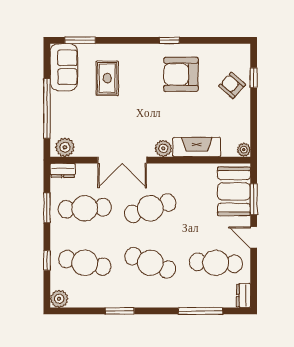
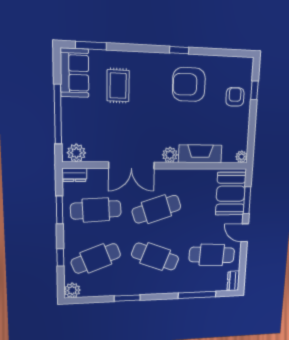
armchair: (232, 85) -> (235, 97), turned 48
cafe table: (85, 263) -> (96, 258), turned -33

